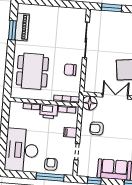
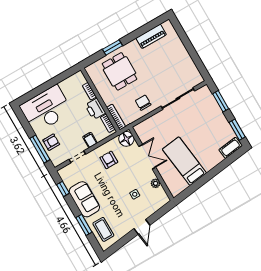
window: (12, 30) -> (112, 48), moved
dining table: (32, 71) -> (120, 71), width x0.73

